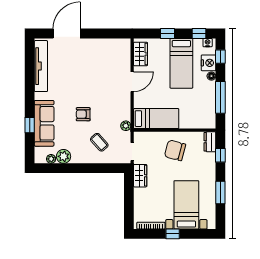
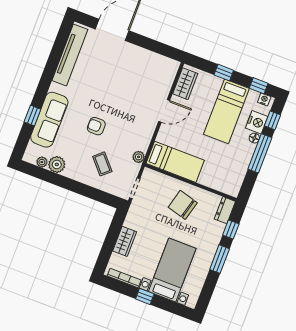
window: (220, 97) -> (260, 153), moved
wardrobe: (140, 176) -> (125, 241), moved
window: (220, 193) -> (220, 259), moved

